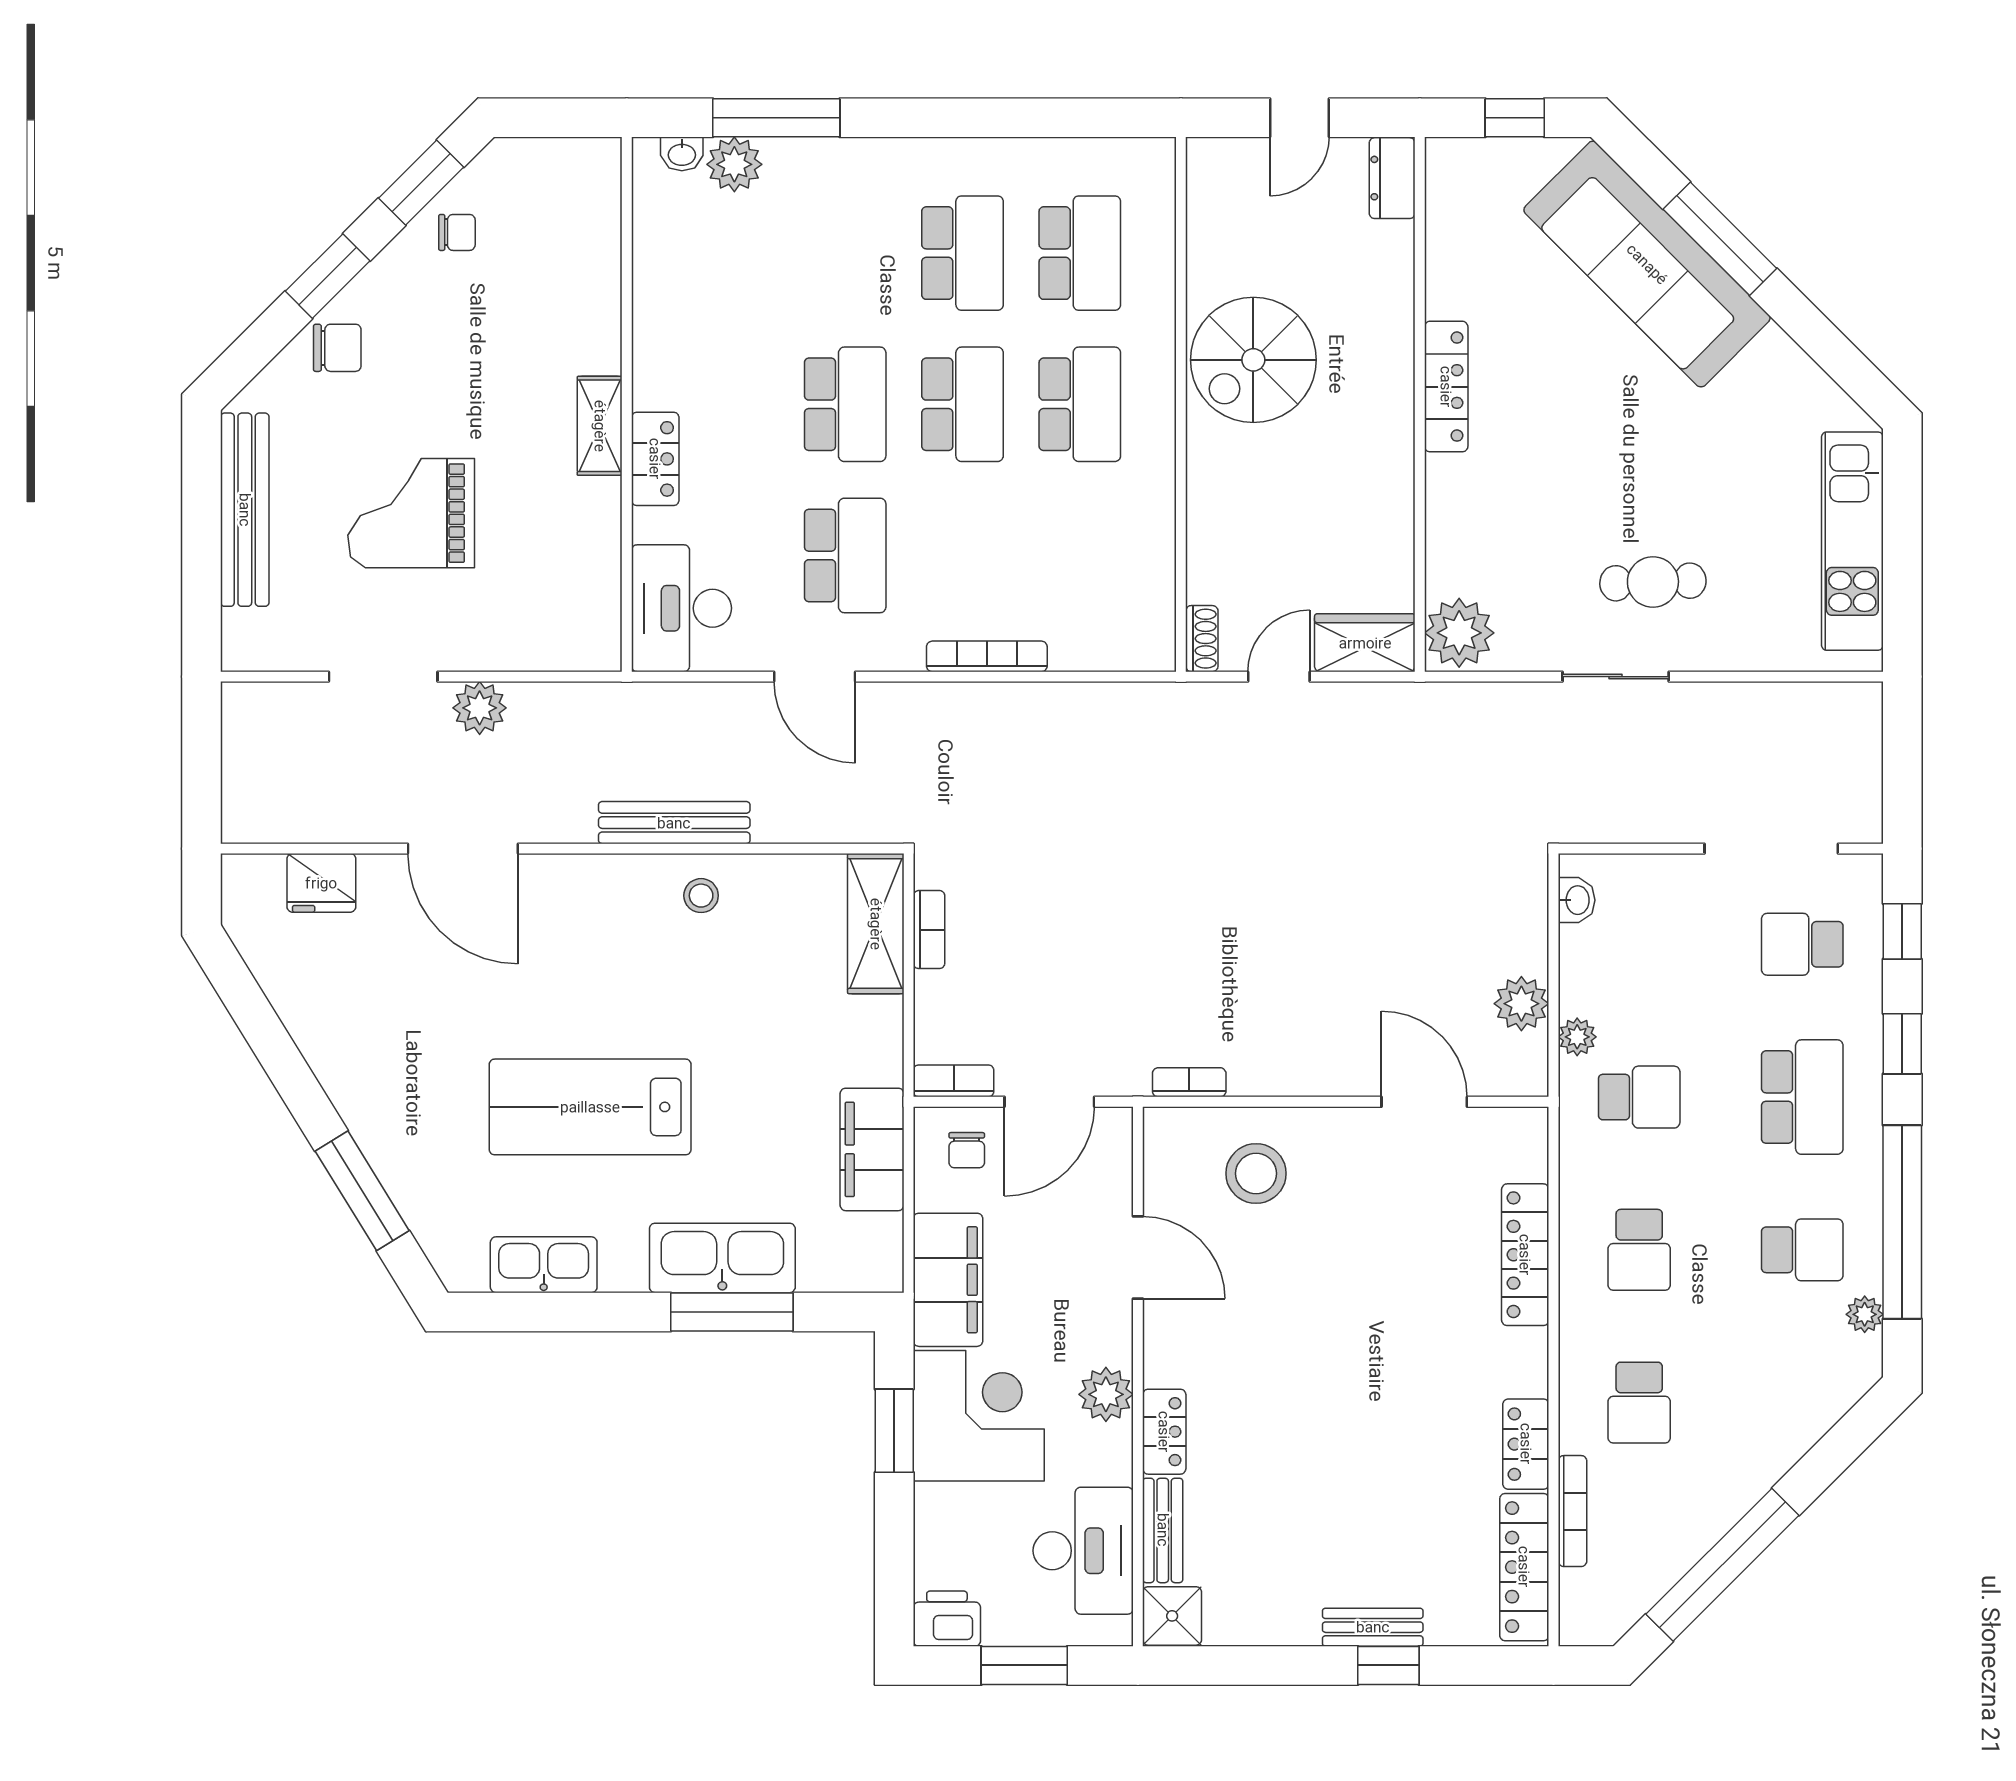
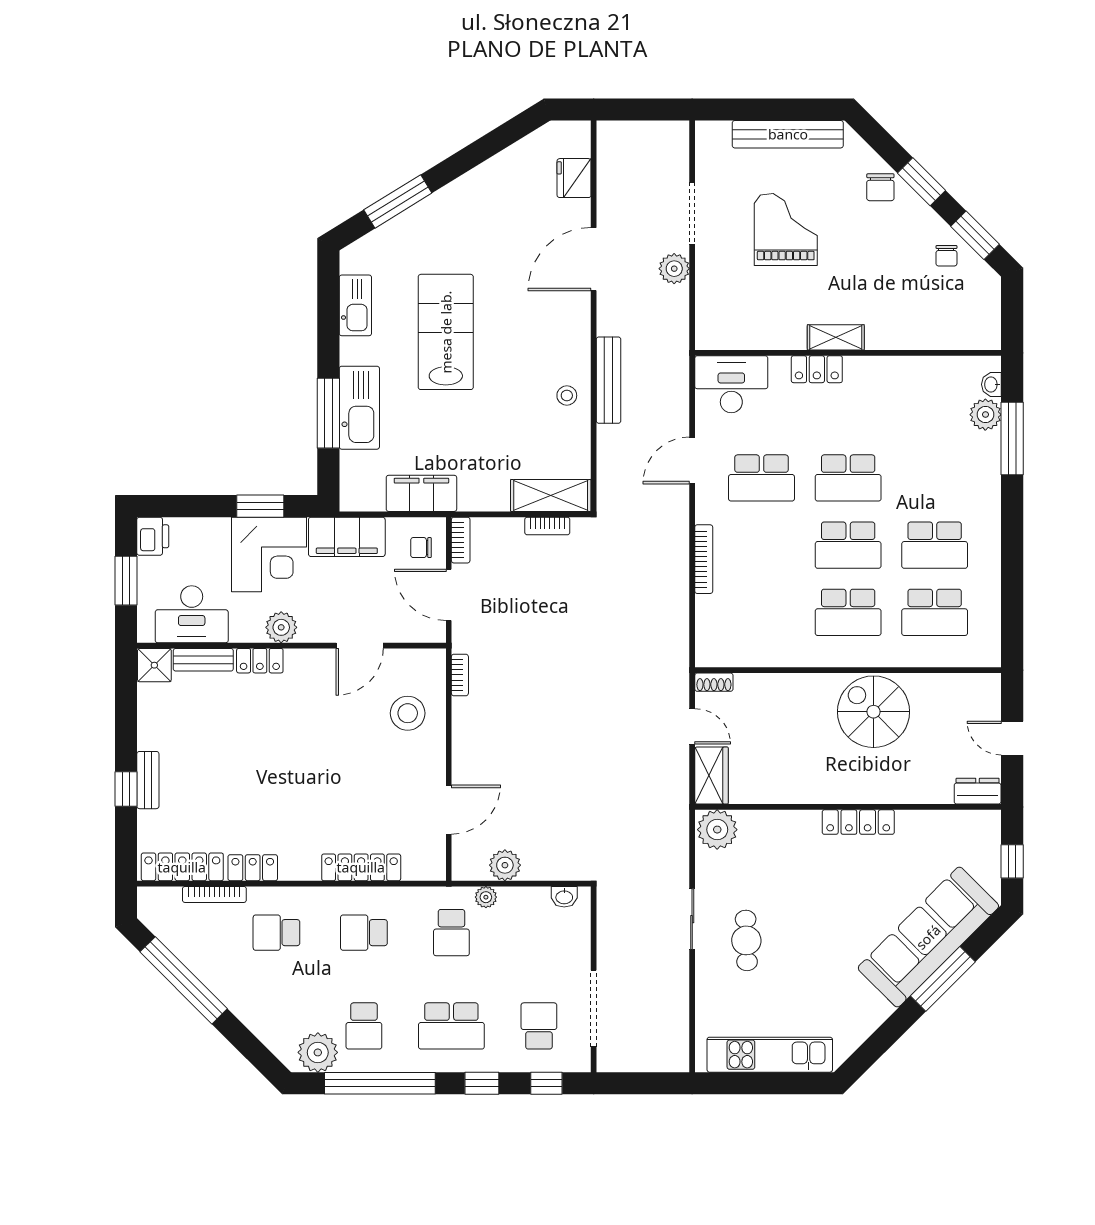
plant: (1865, 1314) -> (318, 1052), width x1.87, depth x1.87

